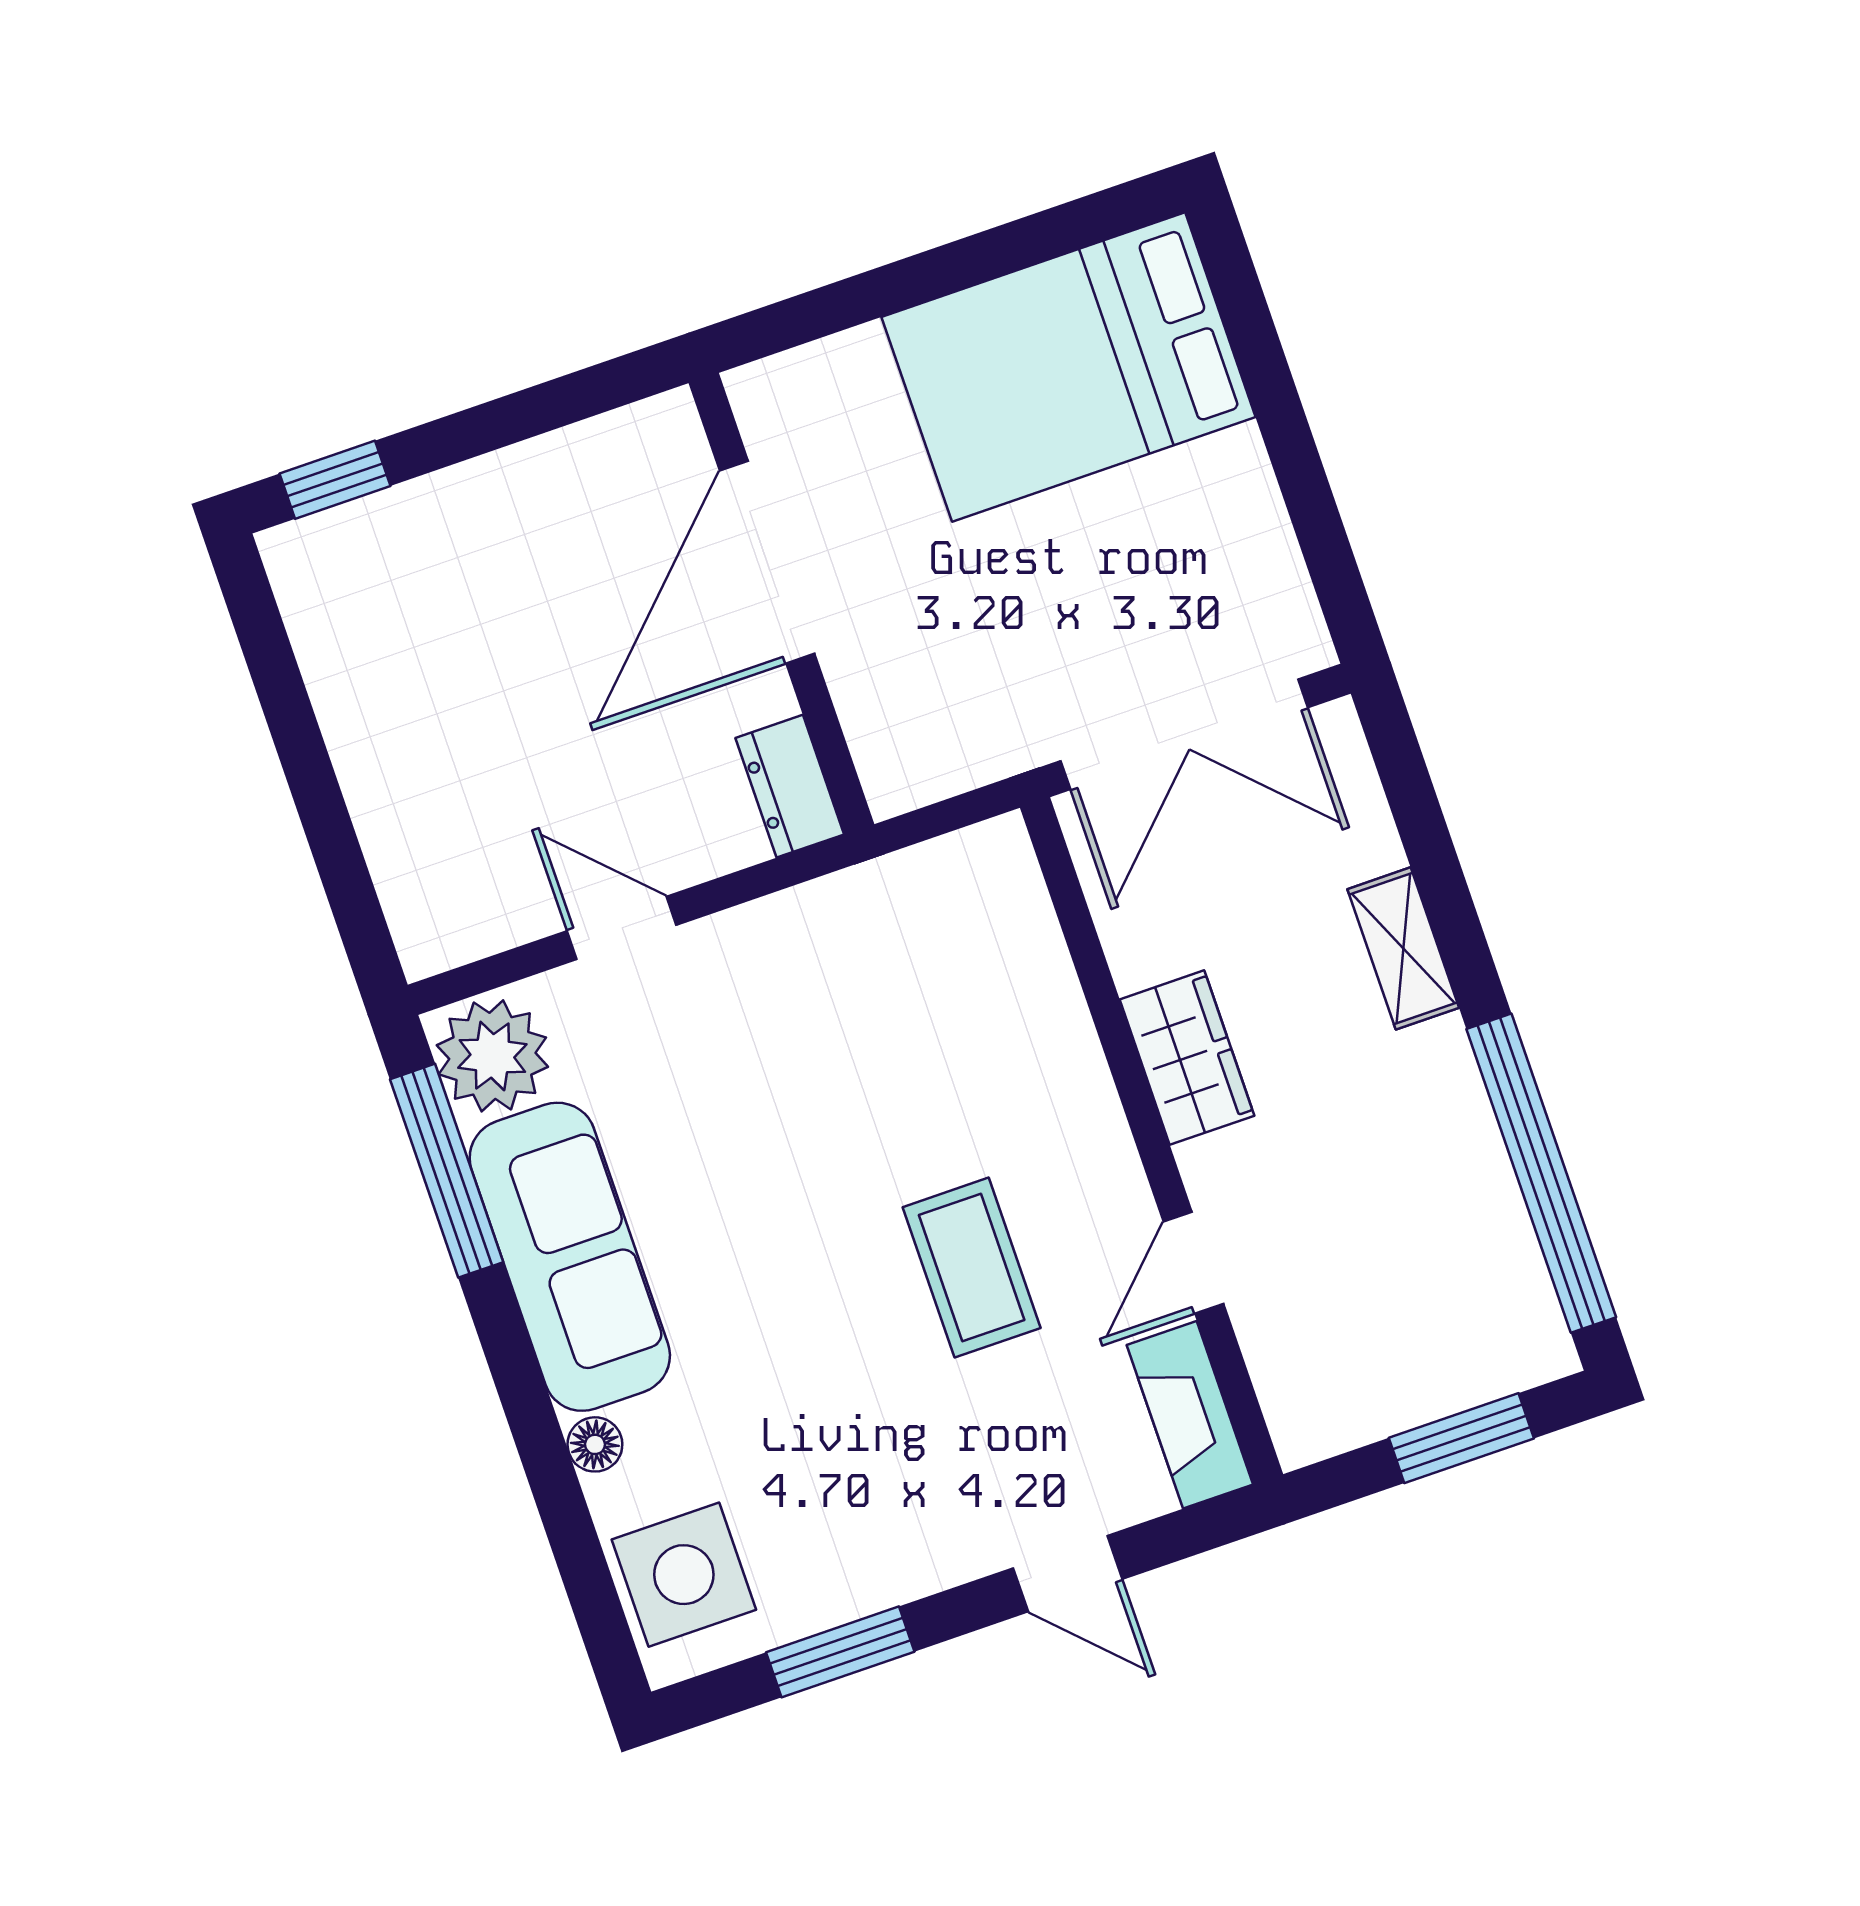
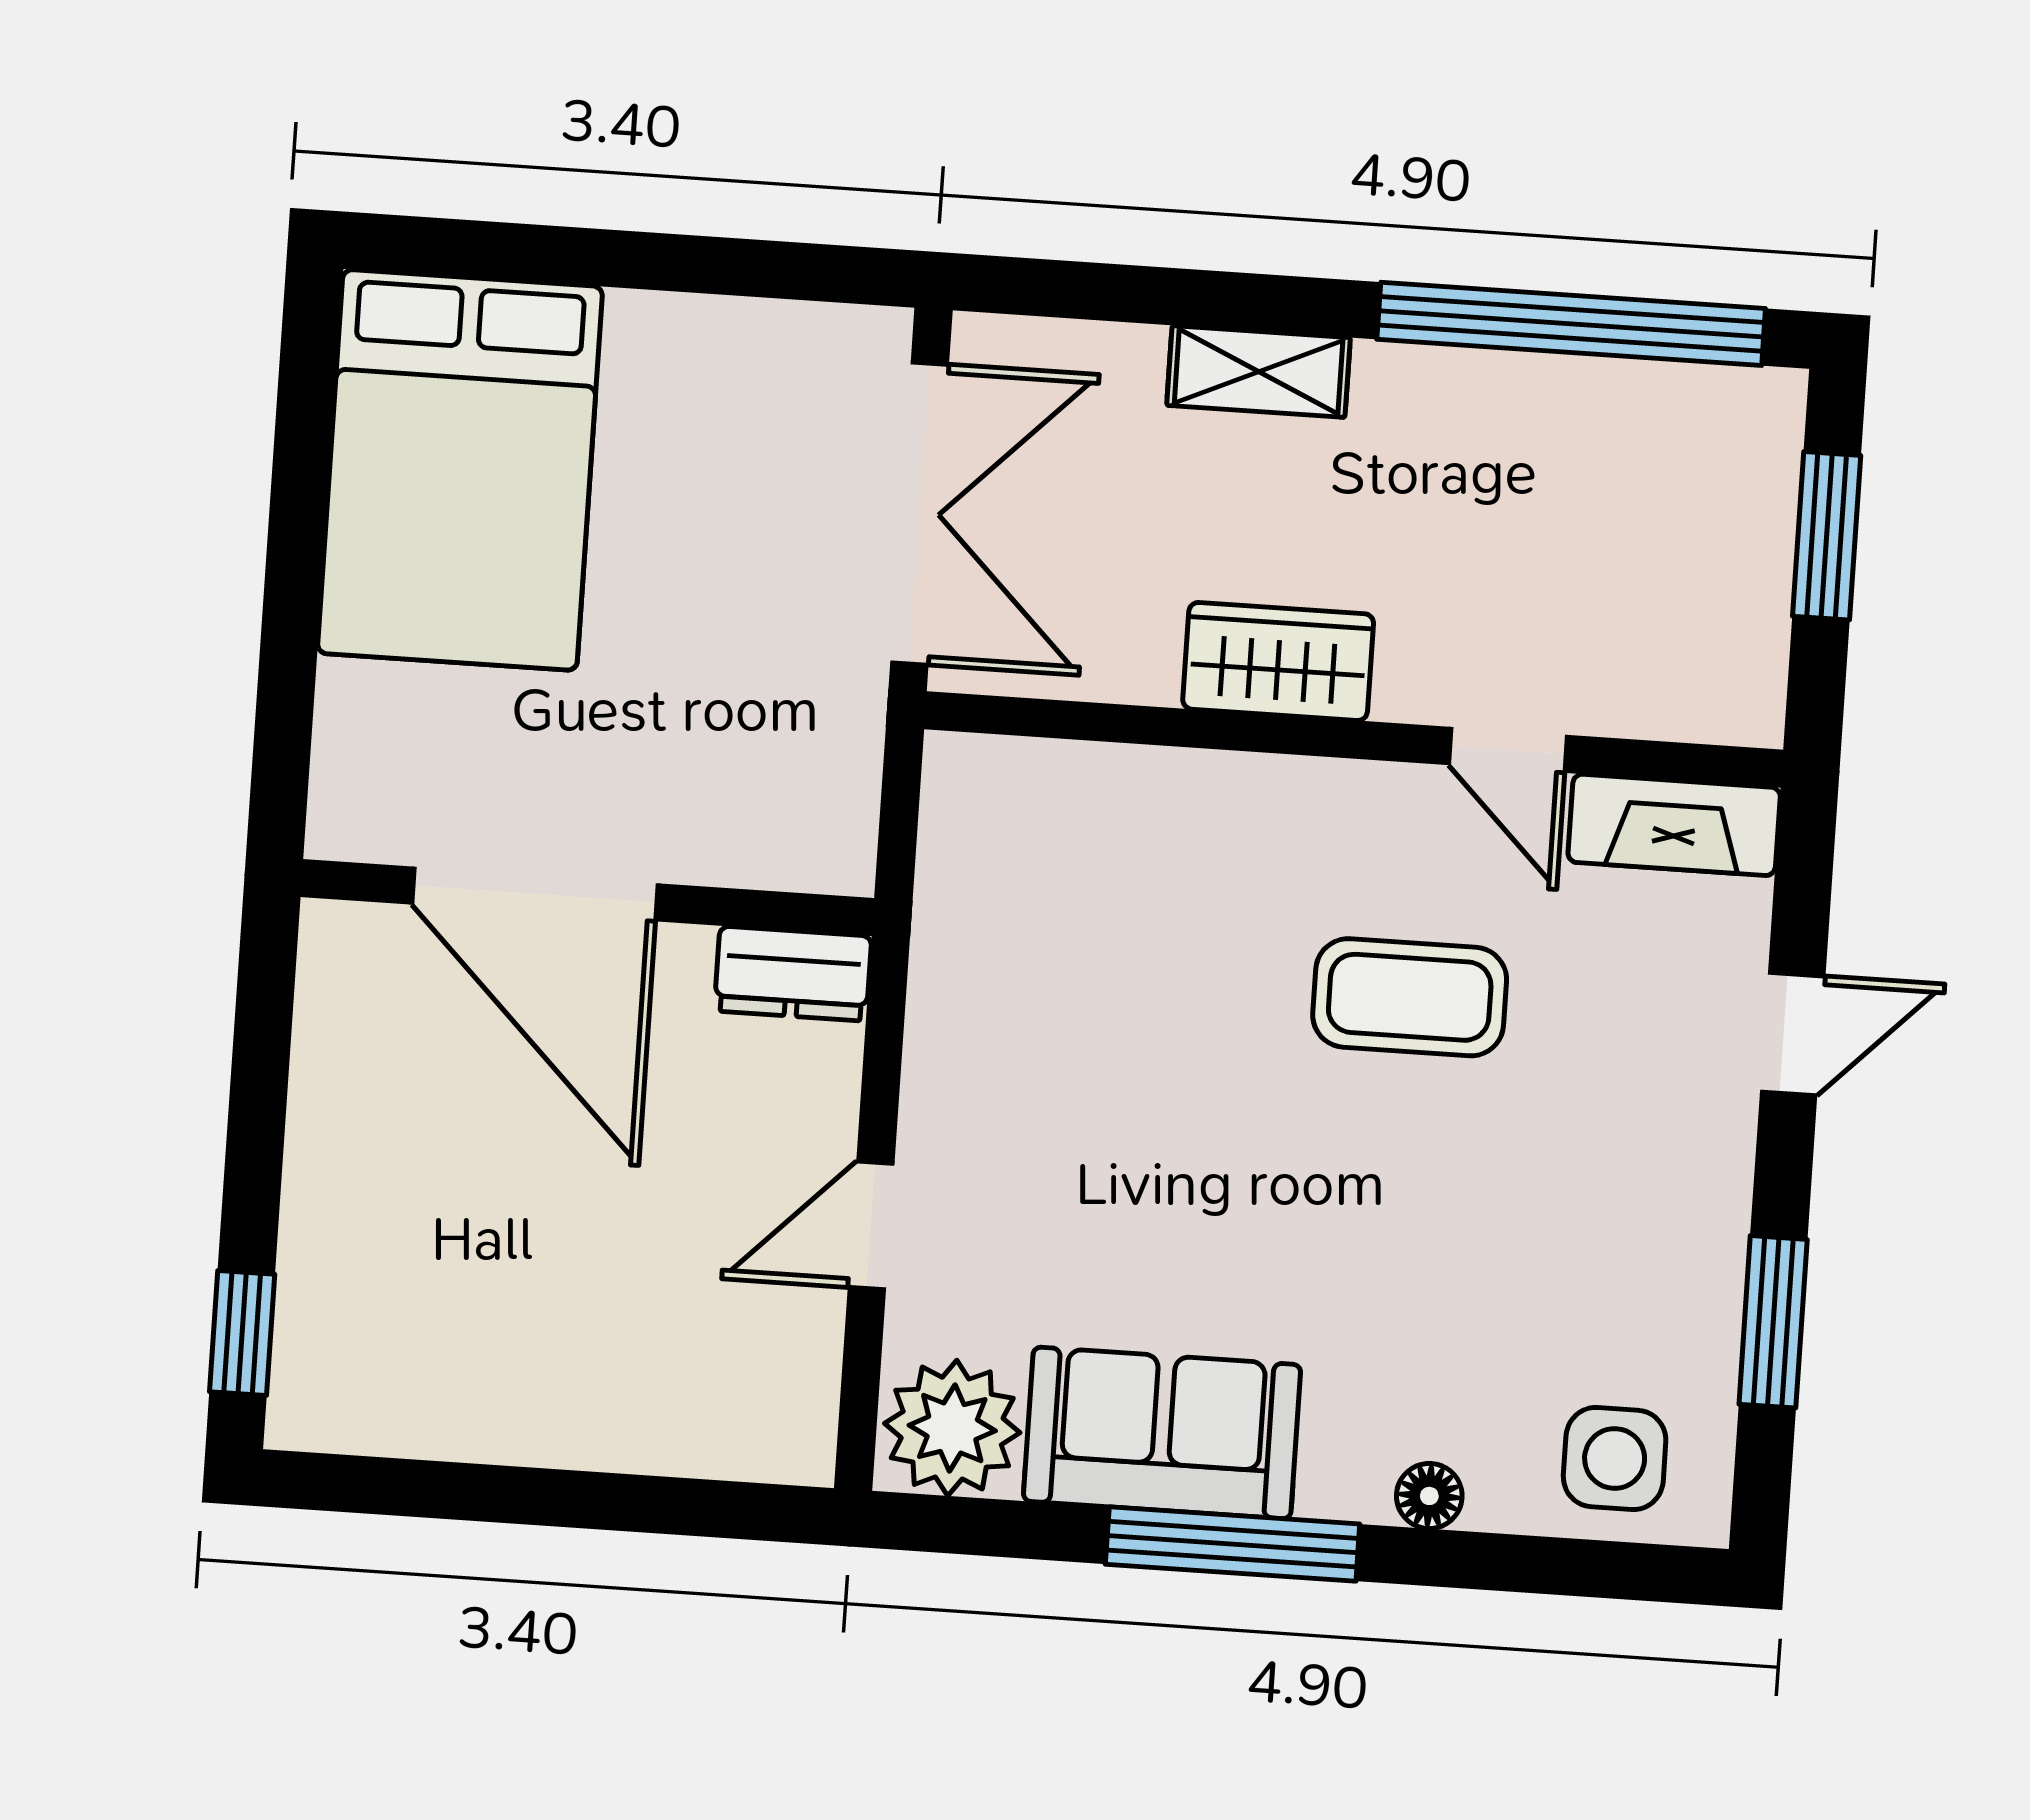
window: (447, 1171) -> (1233, 1544), moved
sofa: (570, 1257) -> (1162, 1433), width x0.73
side table: (684, 1575) -> (1615, 1458), width x0.73, depth x0.73

